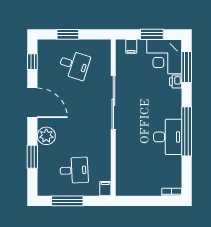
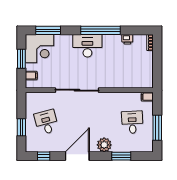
desk: (74, 65) -> (46, 122), turned -33
printer: (176, 82) -> (127, 39), moved
desk: (168, 137) -> (87, 46), moved

